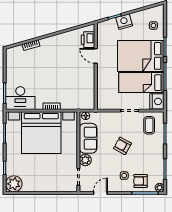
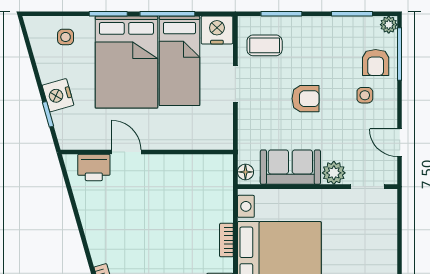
door: (96, 56) -> (126, 152), swing flipped
armchair: (122, 146) -> (306, 99), turned -119

